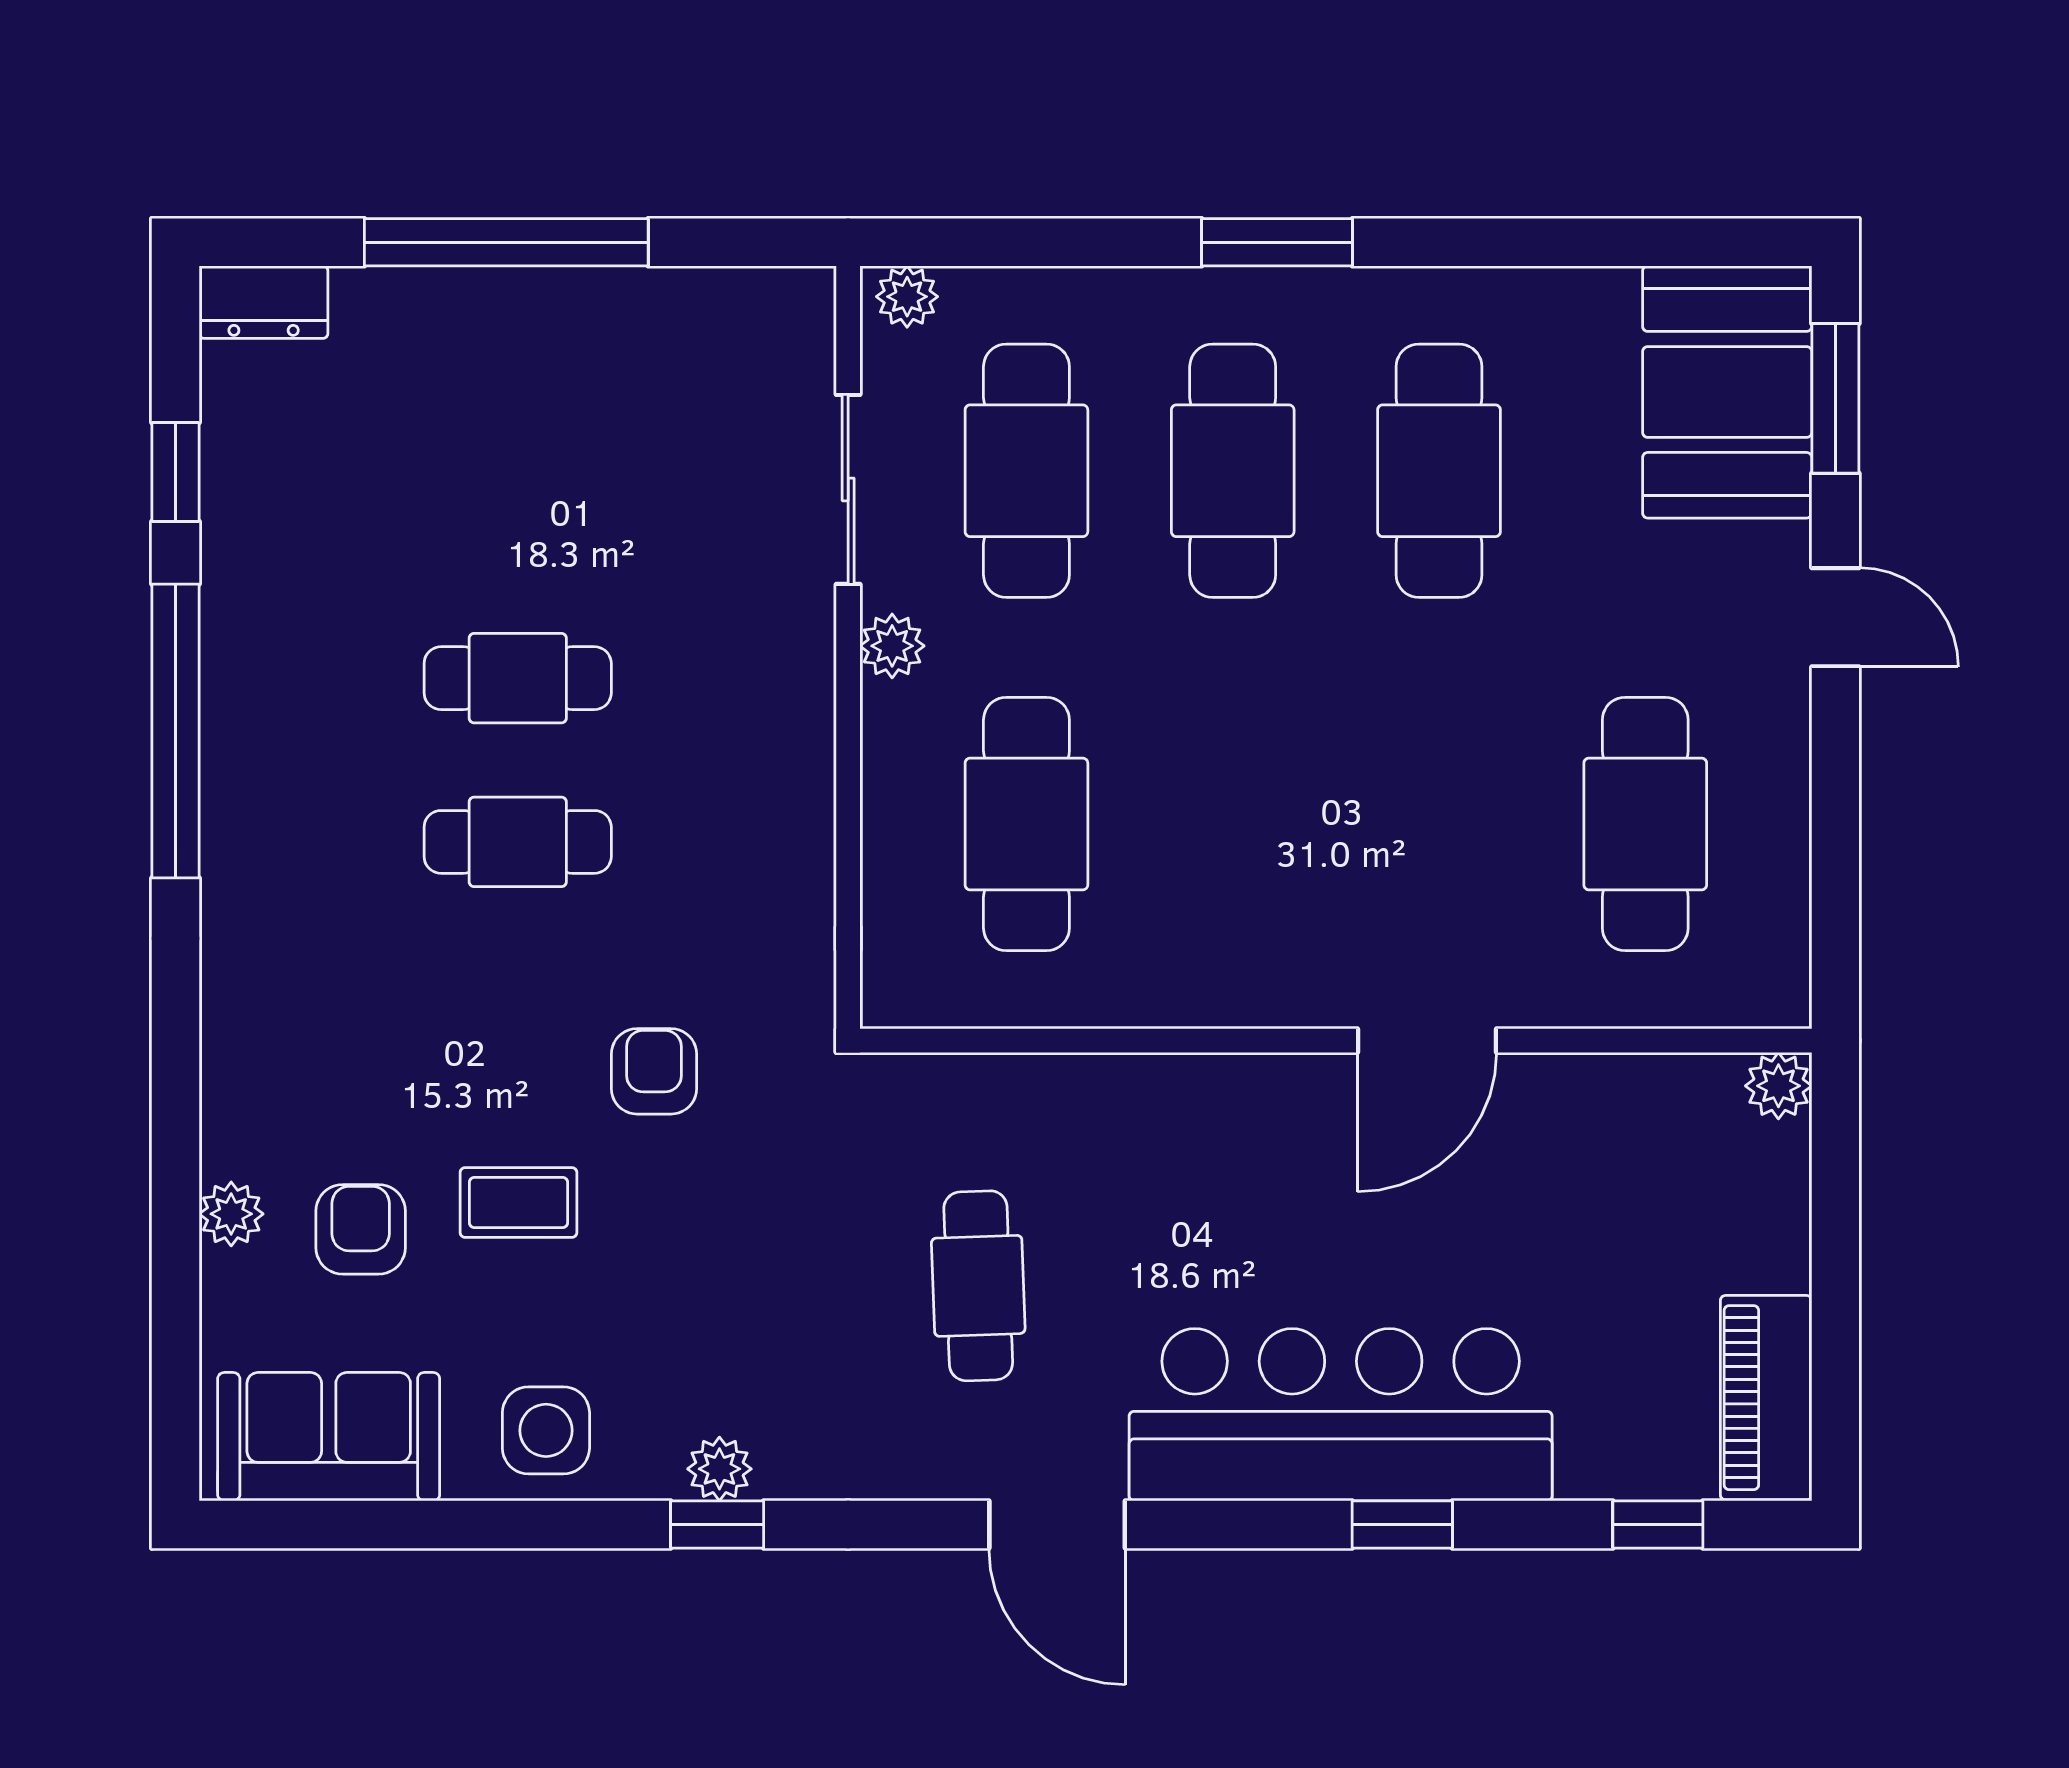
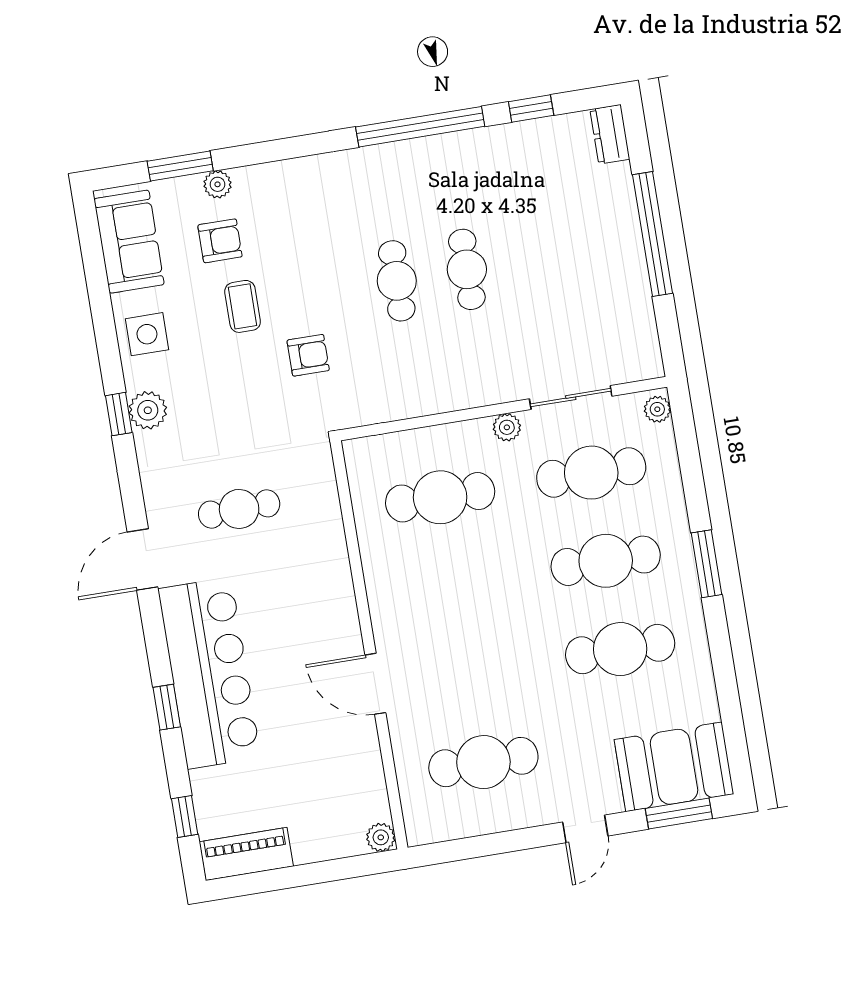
window: (176, 1292) -> (180, 166), added
plant: (719, 1469) -> (148, 410), width x1.38, depth x1.38

